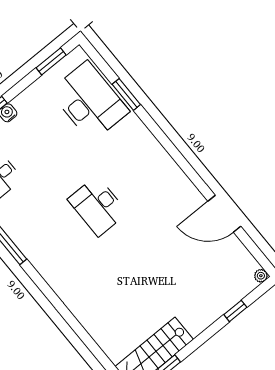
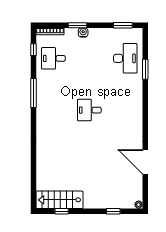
desk: (89, 102) -> (125, 58), width x0.73, depth x0.77
desk: (98, 206) -> (89, 110), width x0.73

